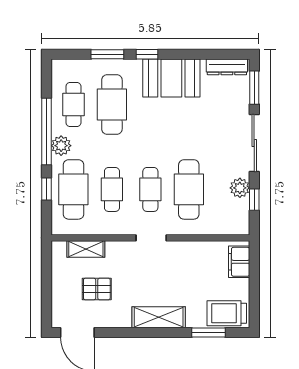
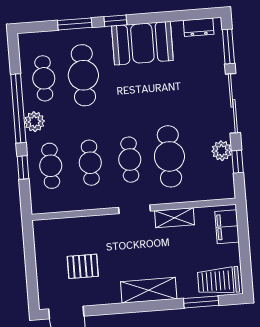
dresser: (227, 67) -> (199, 27), width x0.70
cafe table: (73, 189) -> (51, 166), width x0.73, depth x0.74
shelving: (86, 249) -> (174, 218), moved

